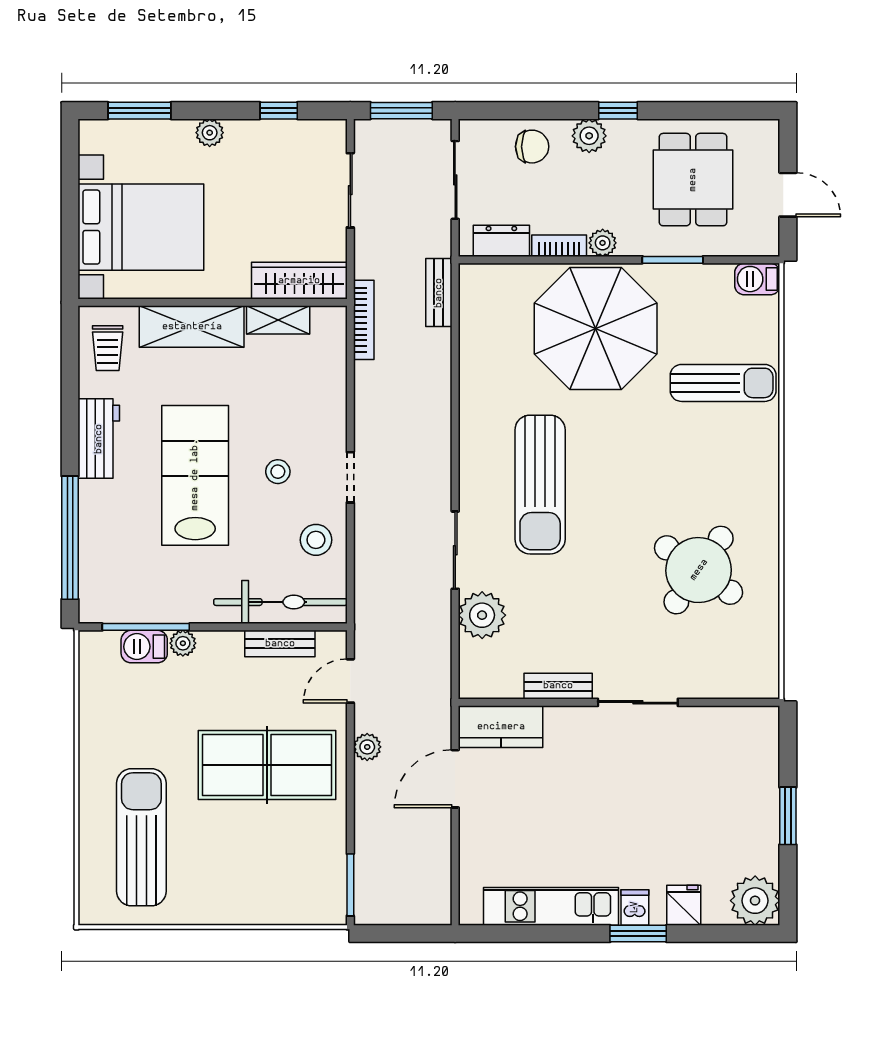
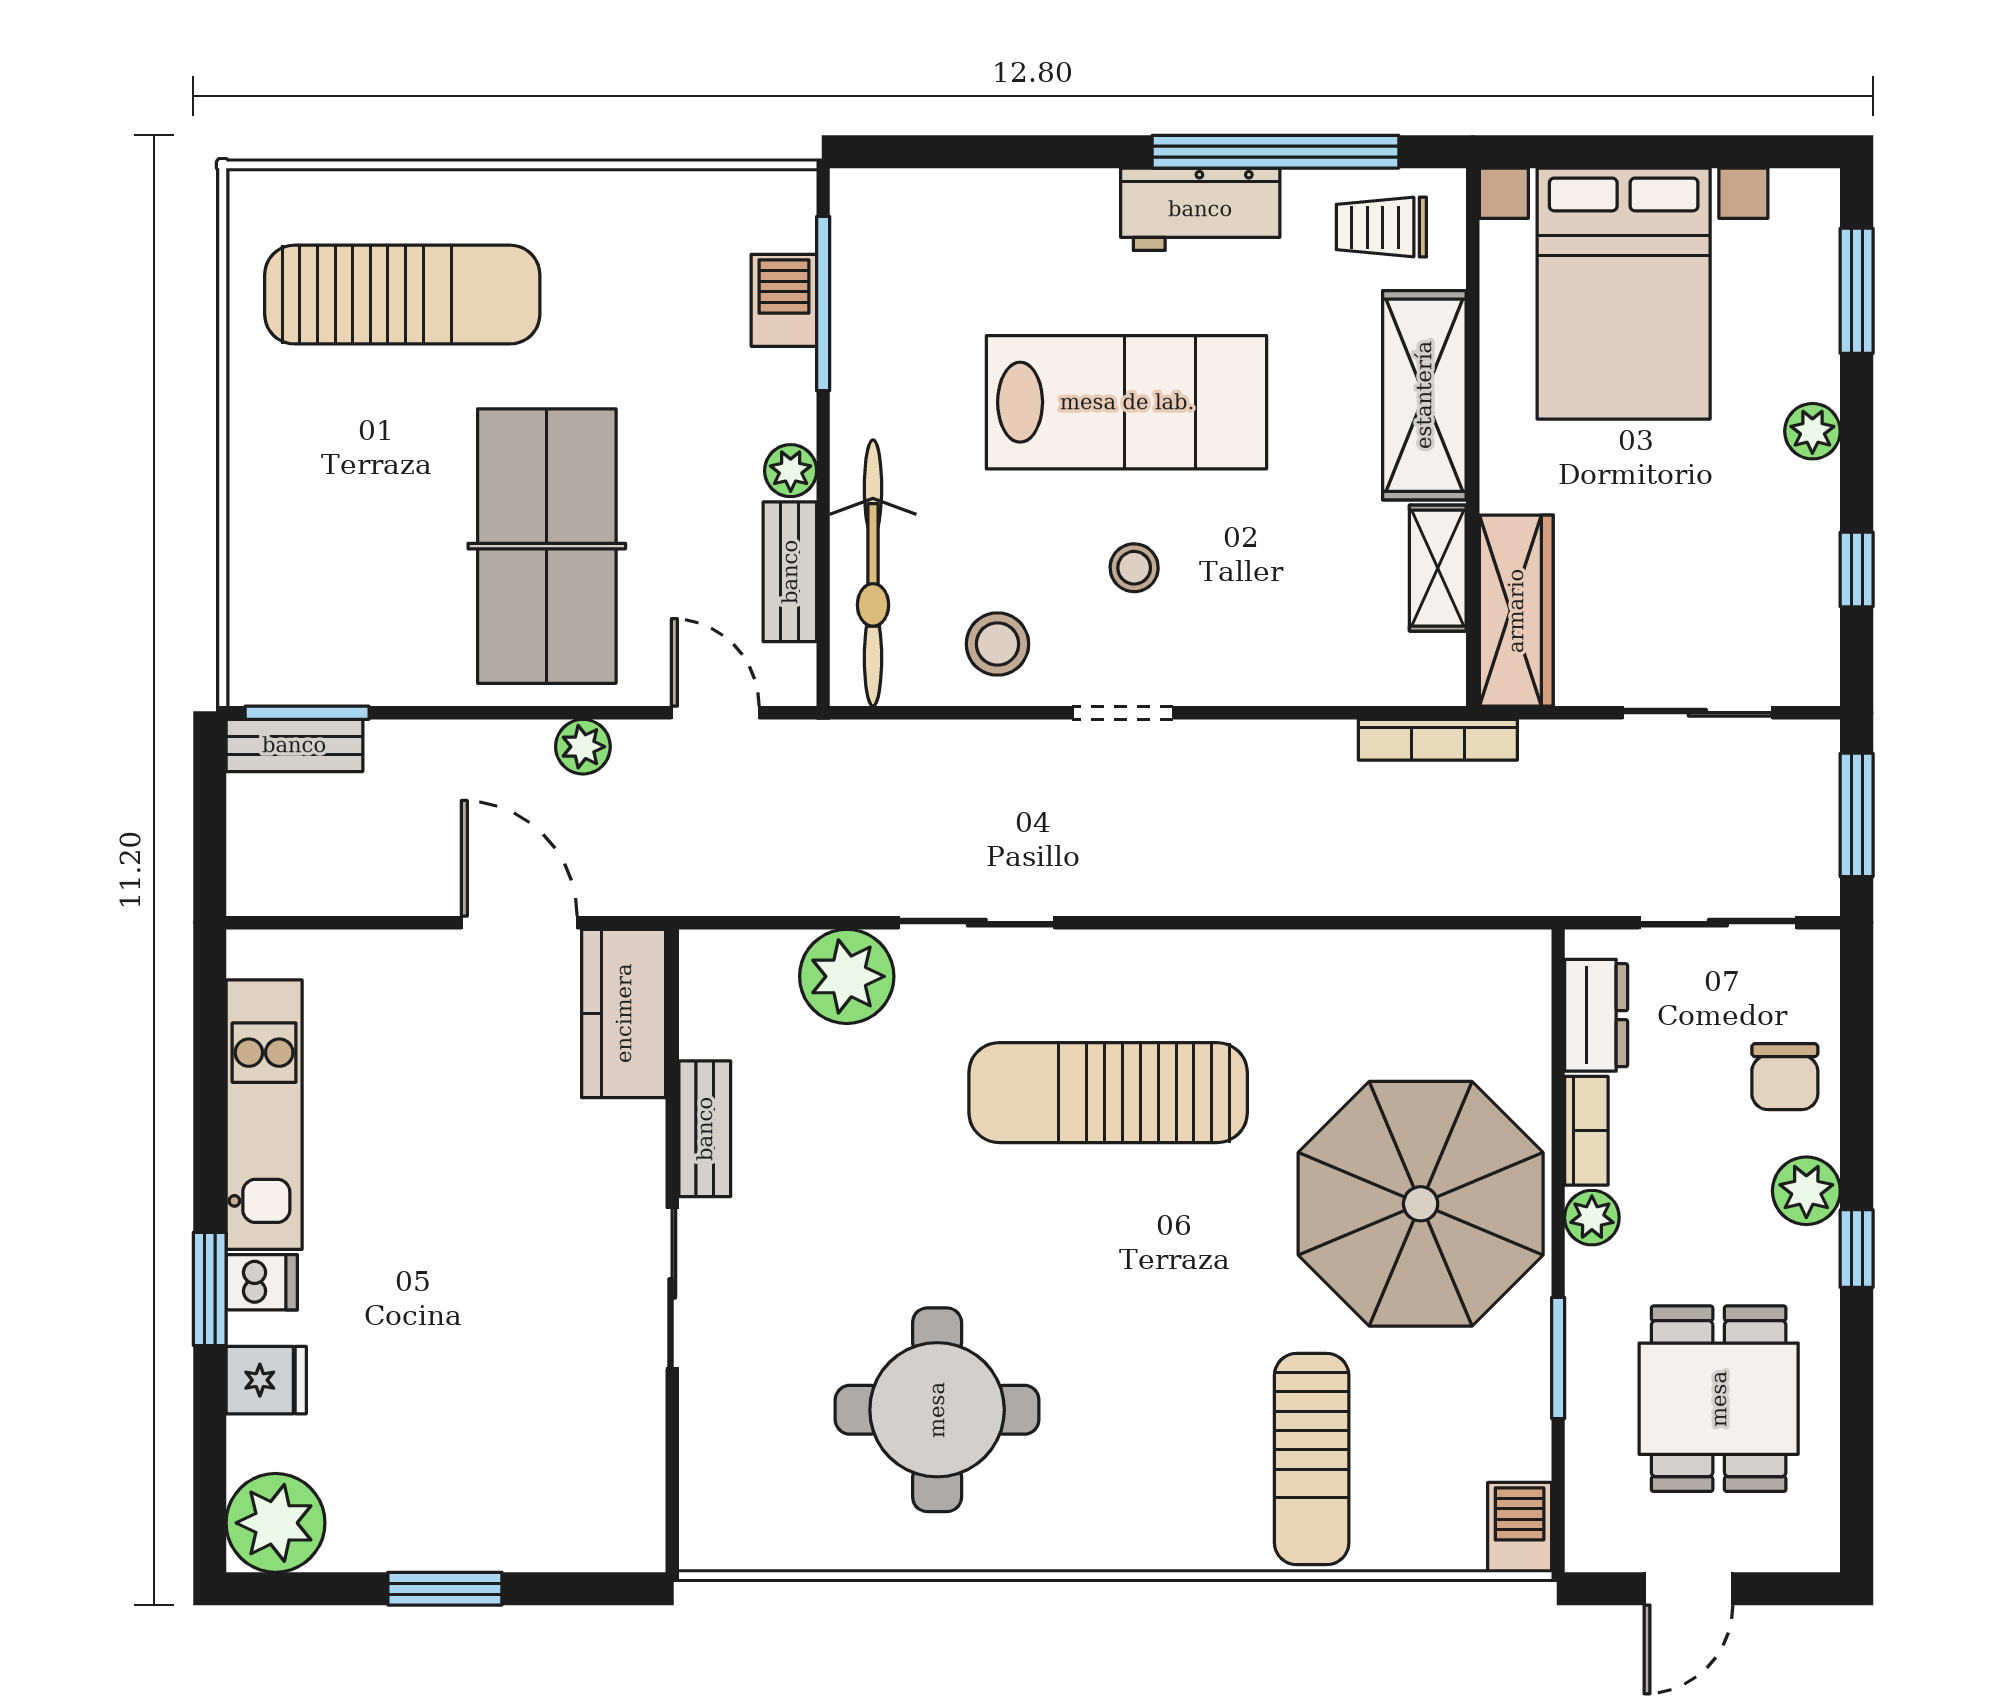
dining table: (693, 180) -> (1719, 1399), turned 90
bench: (439, 293) -> (294, 745), moved
window: (70, 538) -> (1276, 152), moved
round table: (699, 570) -> (937, 1410), turned -35
plant: (183, 643) -> (791, 471), moved

